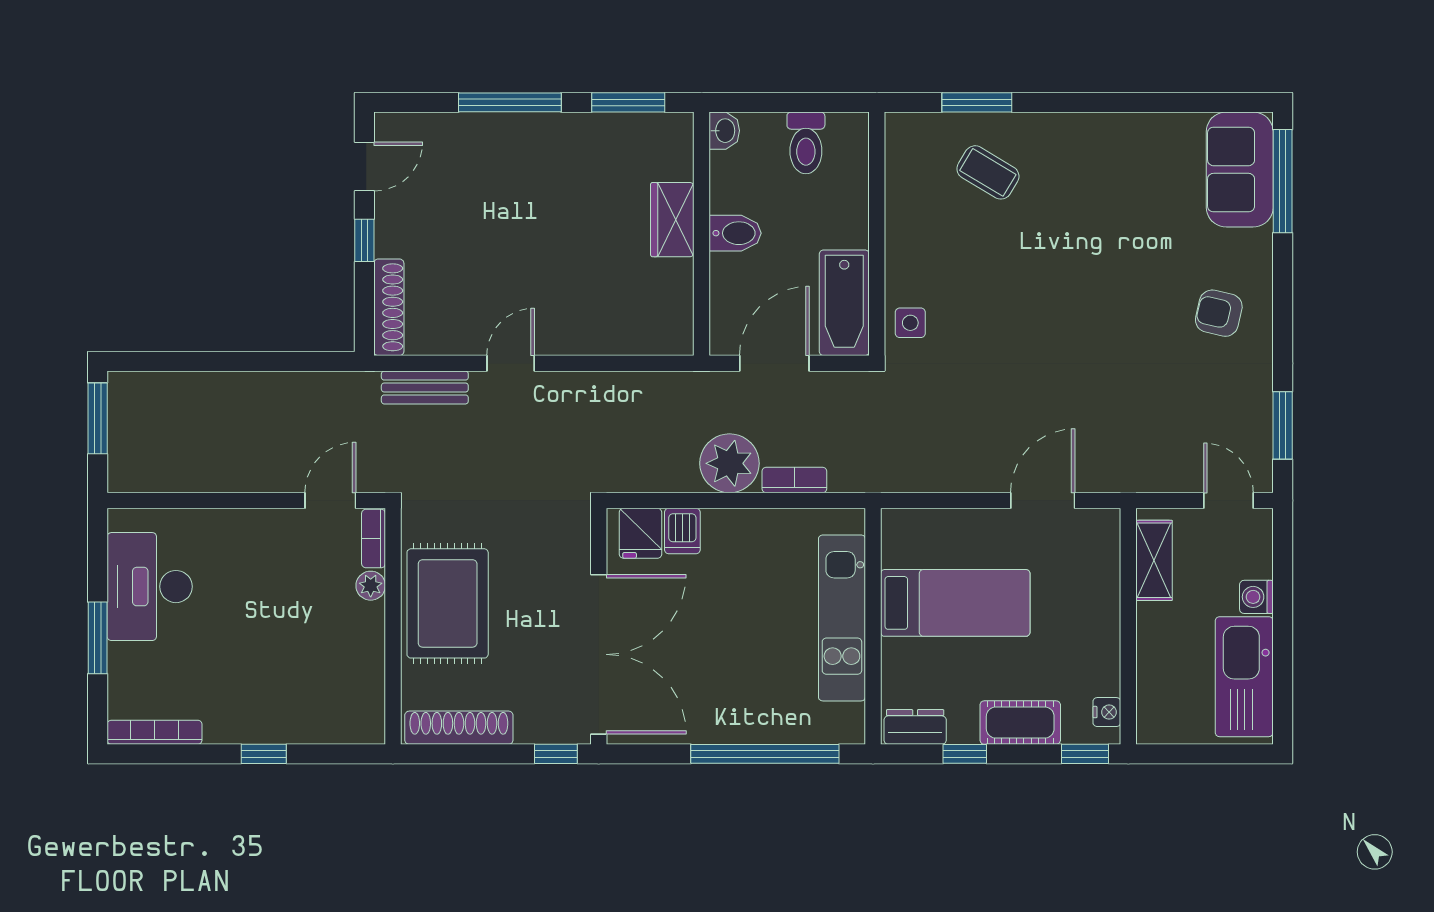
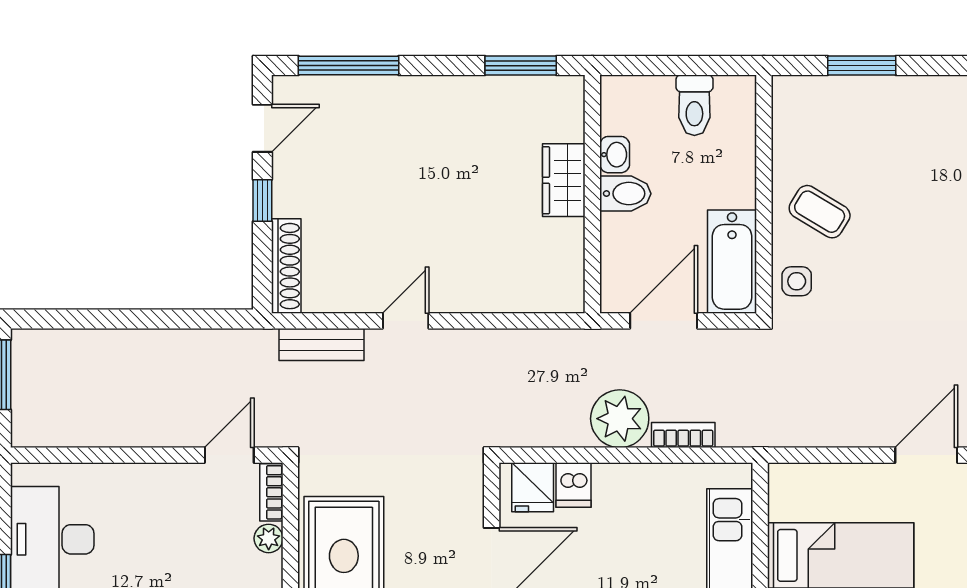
window: (510, 102) -> (348, 66), moved
washbasin: (724, 131) -> (615, 155), moved
coffee table: (988, 172) -> (820, 212), moved

